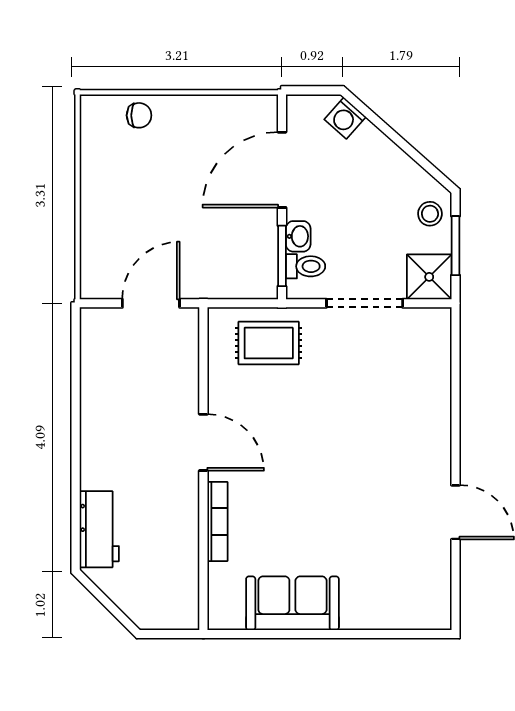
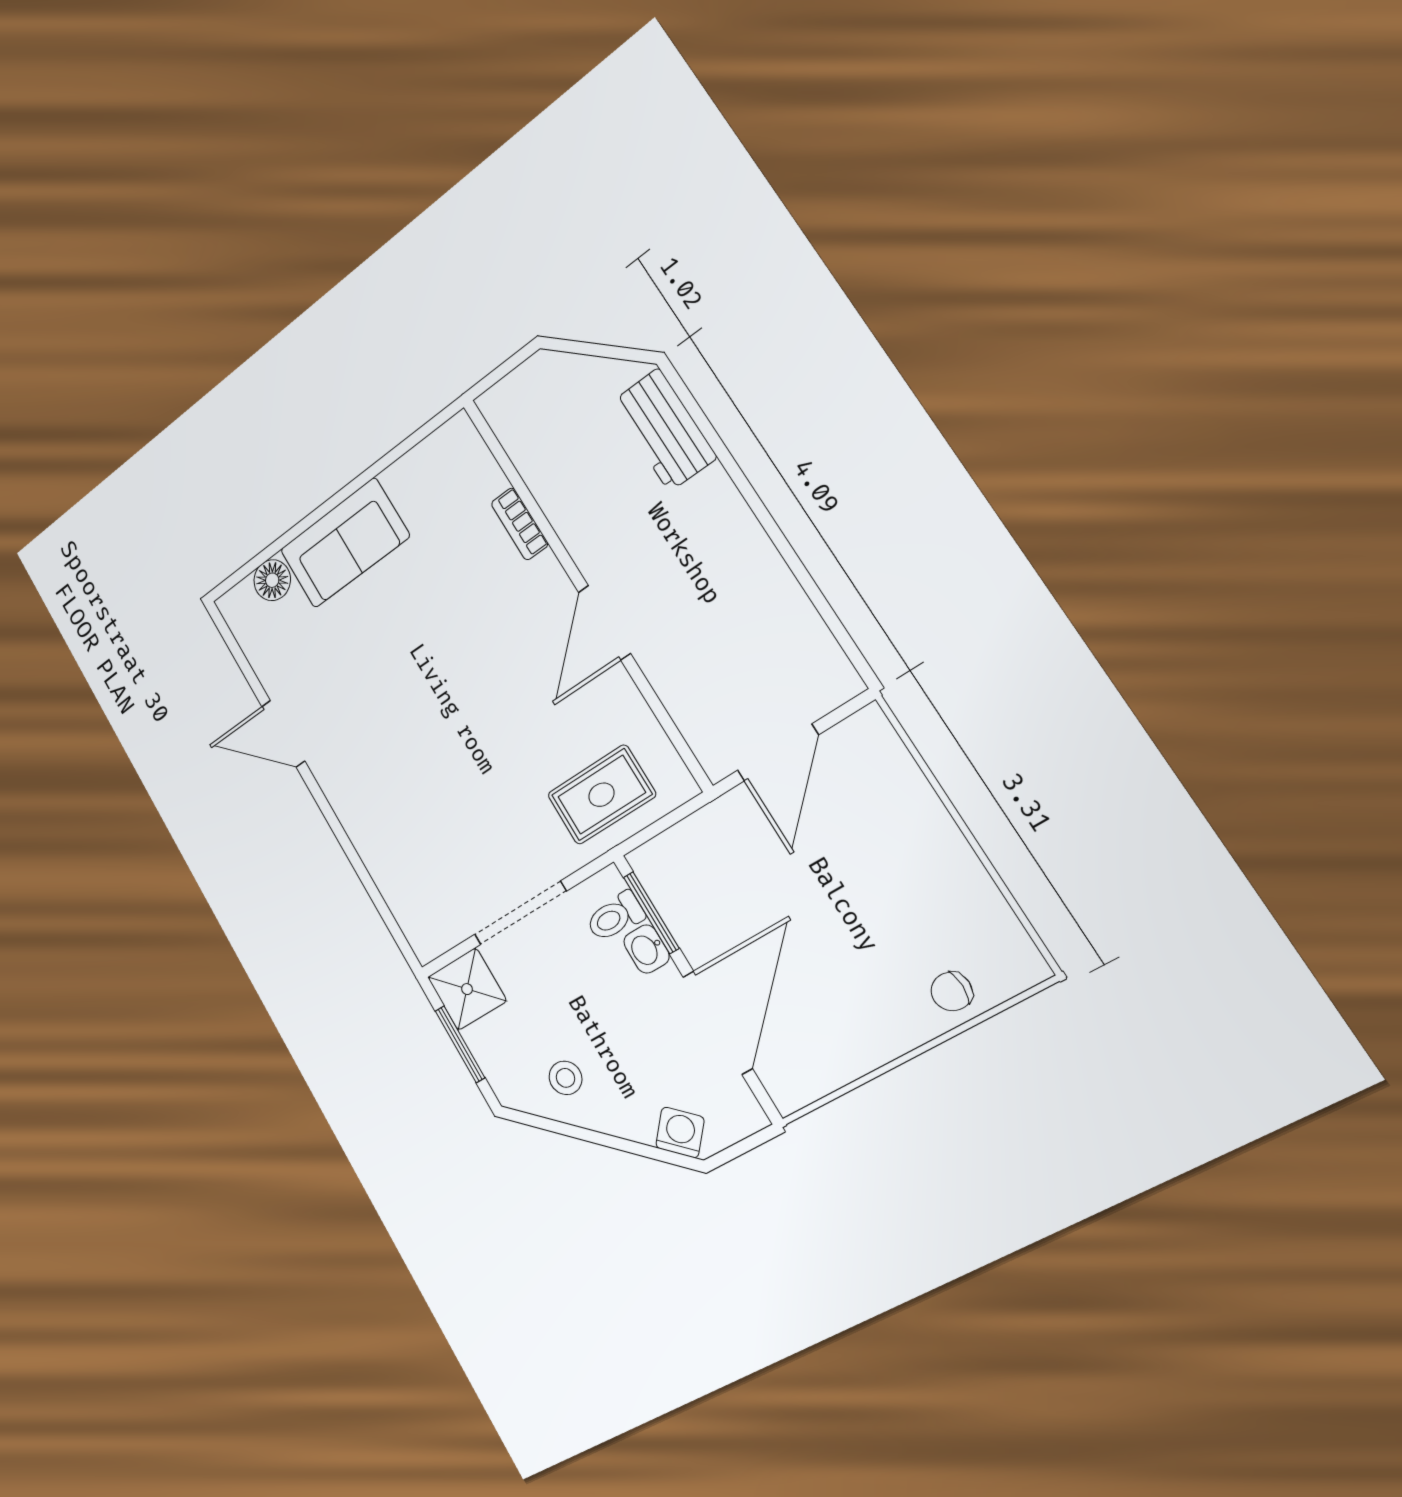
stool: (430, 214) -> (565, 1078), moved
door: (203, 442) -> (604, 623), hinge flipped
bookcase: (217, 521) -> (520, 524), width x0.64
sofa: (292, 603) -> (345, 543), moved
floor lamp: (401, 615) -> (272, 580), added

